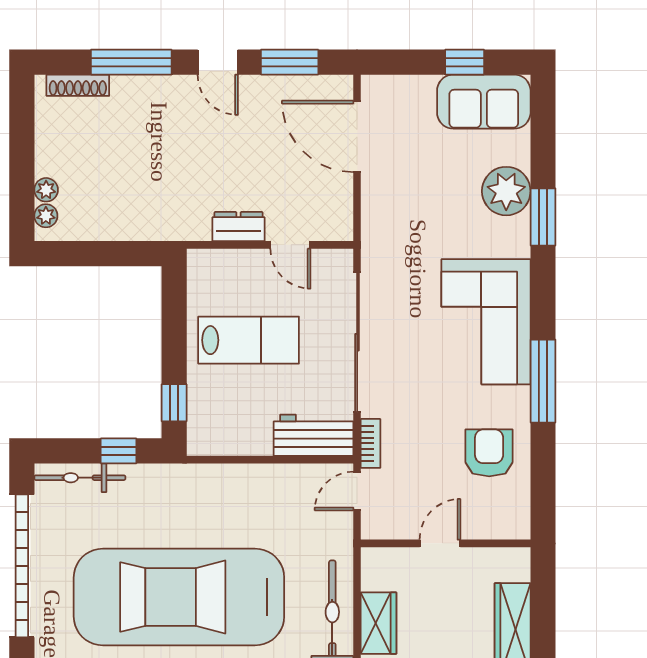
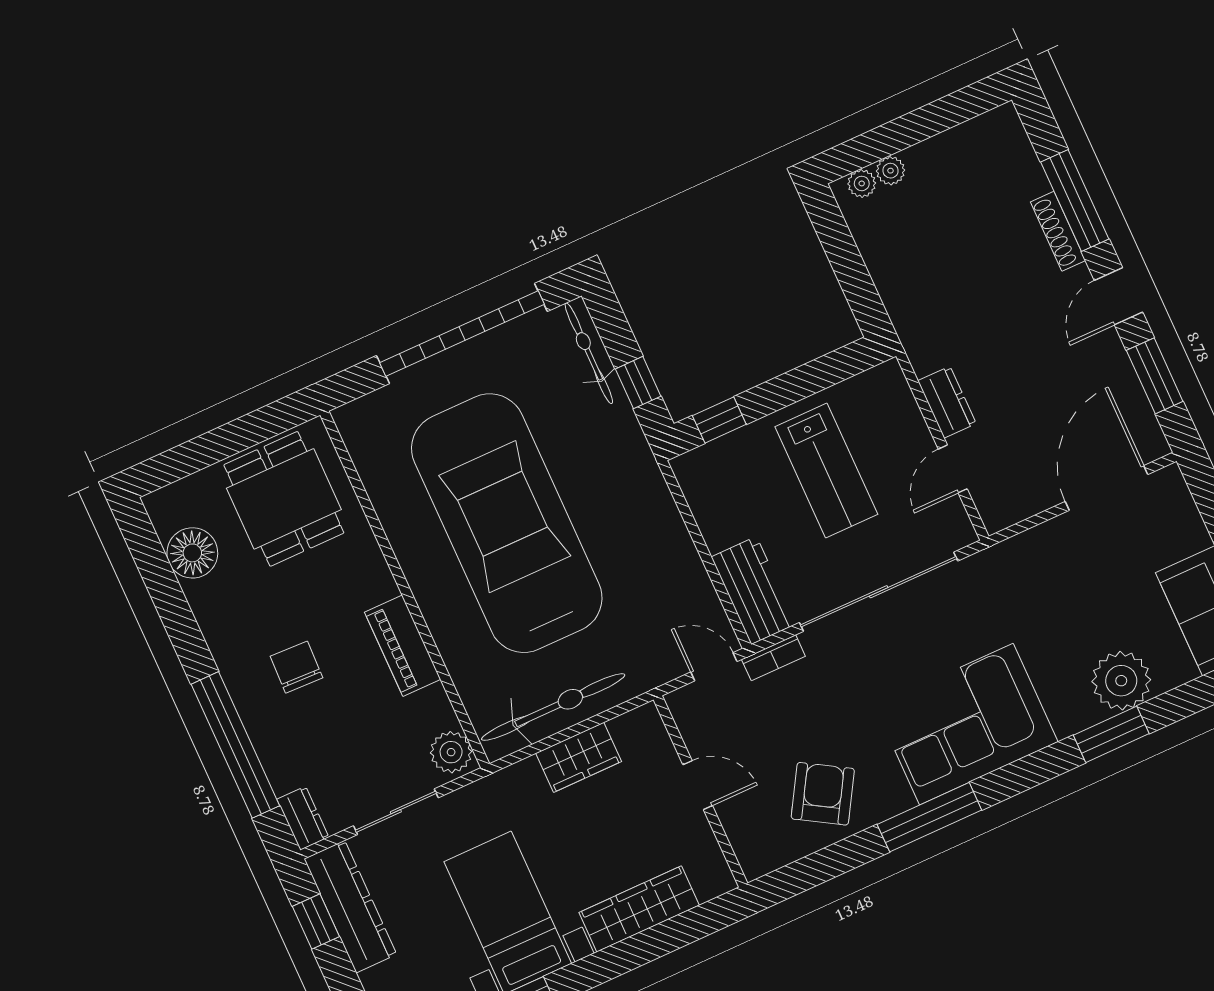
shoe rack: (78, 85) -> (1058, 231), moved
armchair: (489, 453) -> (823, 794), turned -59

